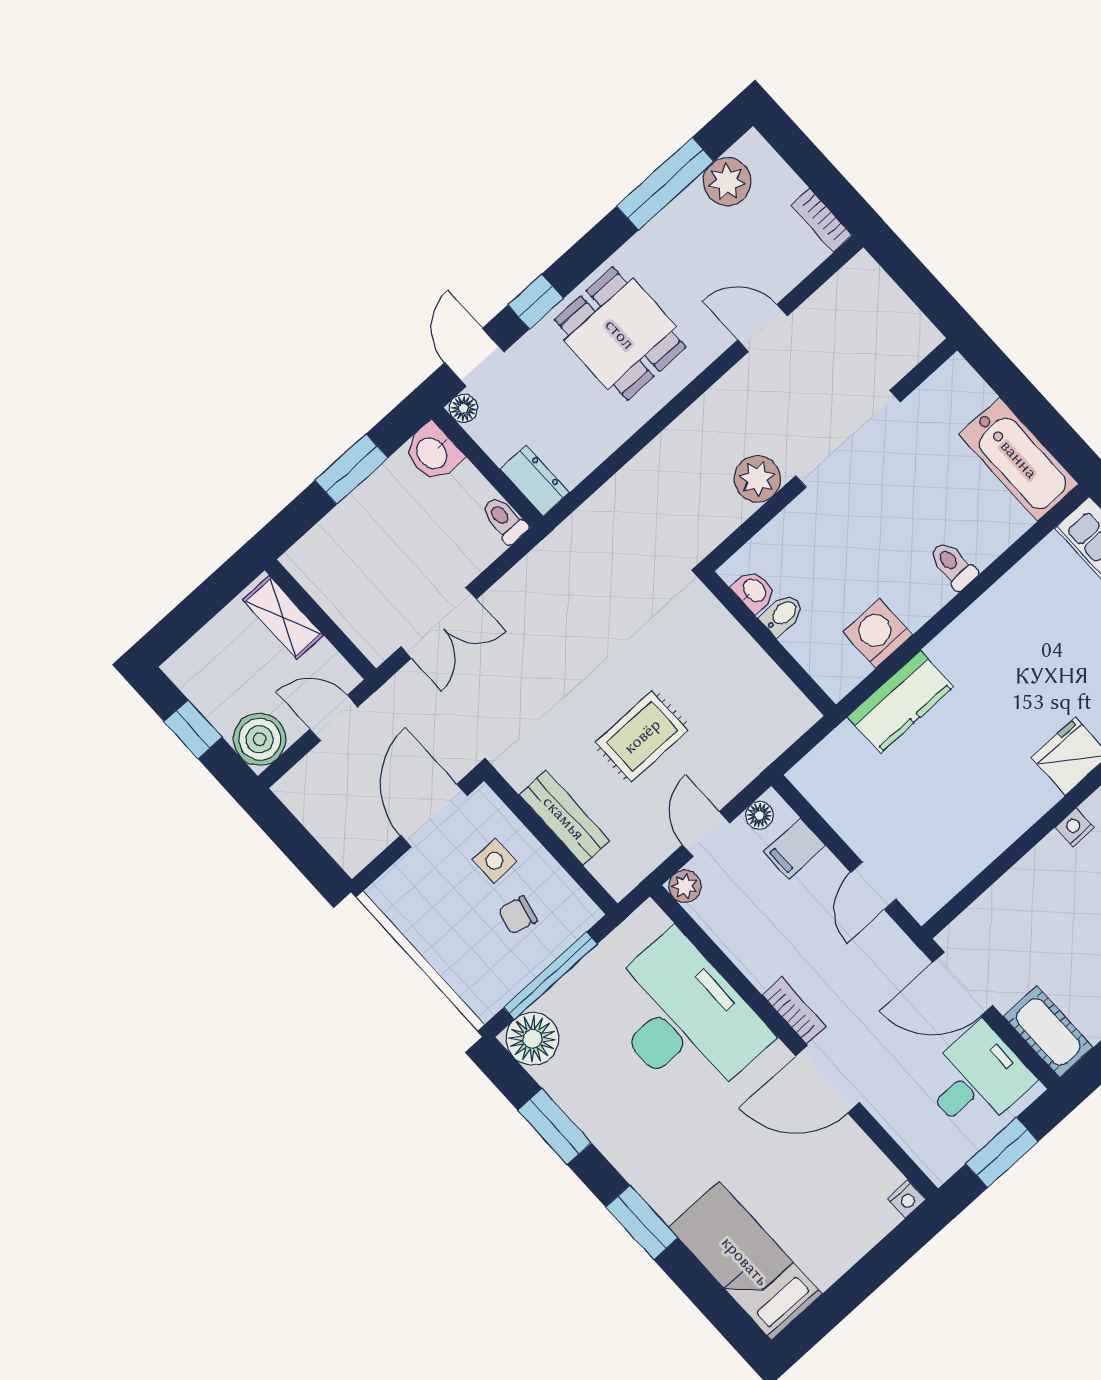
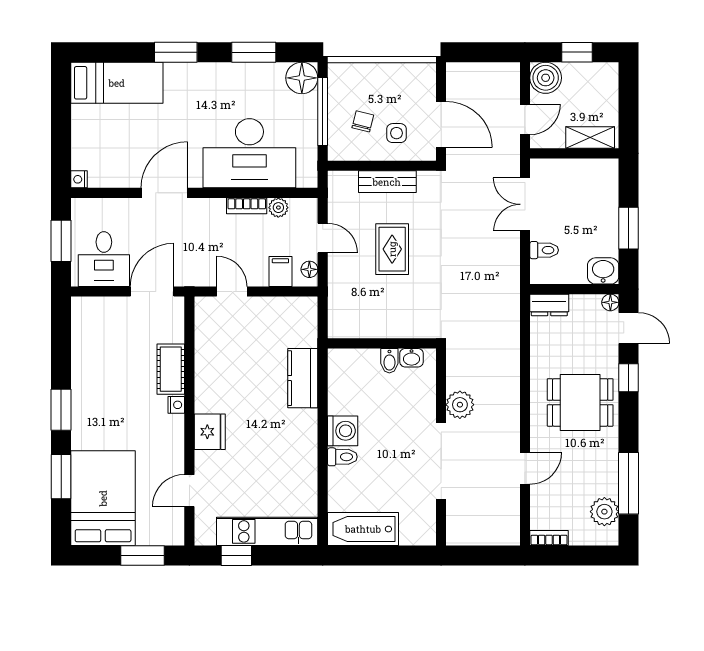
toilet: (504, 520) -> (544, 250), moved
washing machine: (877, 633) -> (343, 431), moved
plant: (685, 886) -> (278, 208), moved
bookcase: (794, 1011) -> (247, 206), moved
cot: (1048, 1032) -> (171, 369), moved, turned 90

